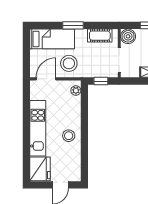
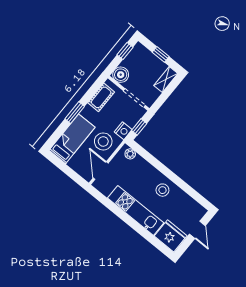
nightstand: (89, 72) -> (123, 131), added

